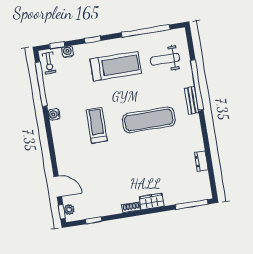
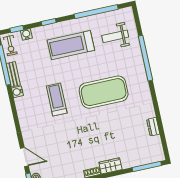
treadmill: (116, 66) -> (71, 45), turned 180
bench: (192, 100) -> (13, 74), moved
exercise mat: (149, 120) -> (104, 92), width x1.47

